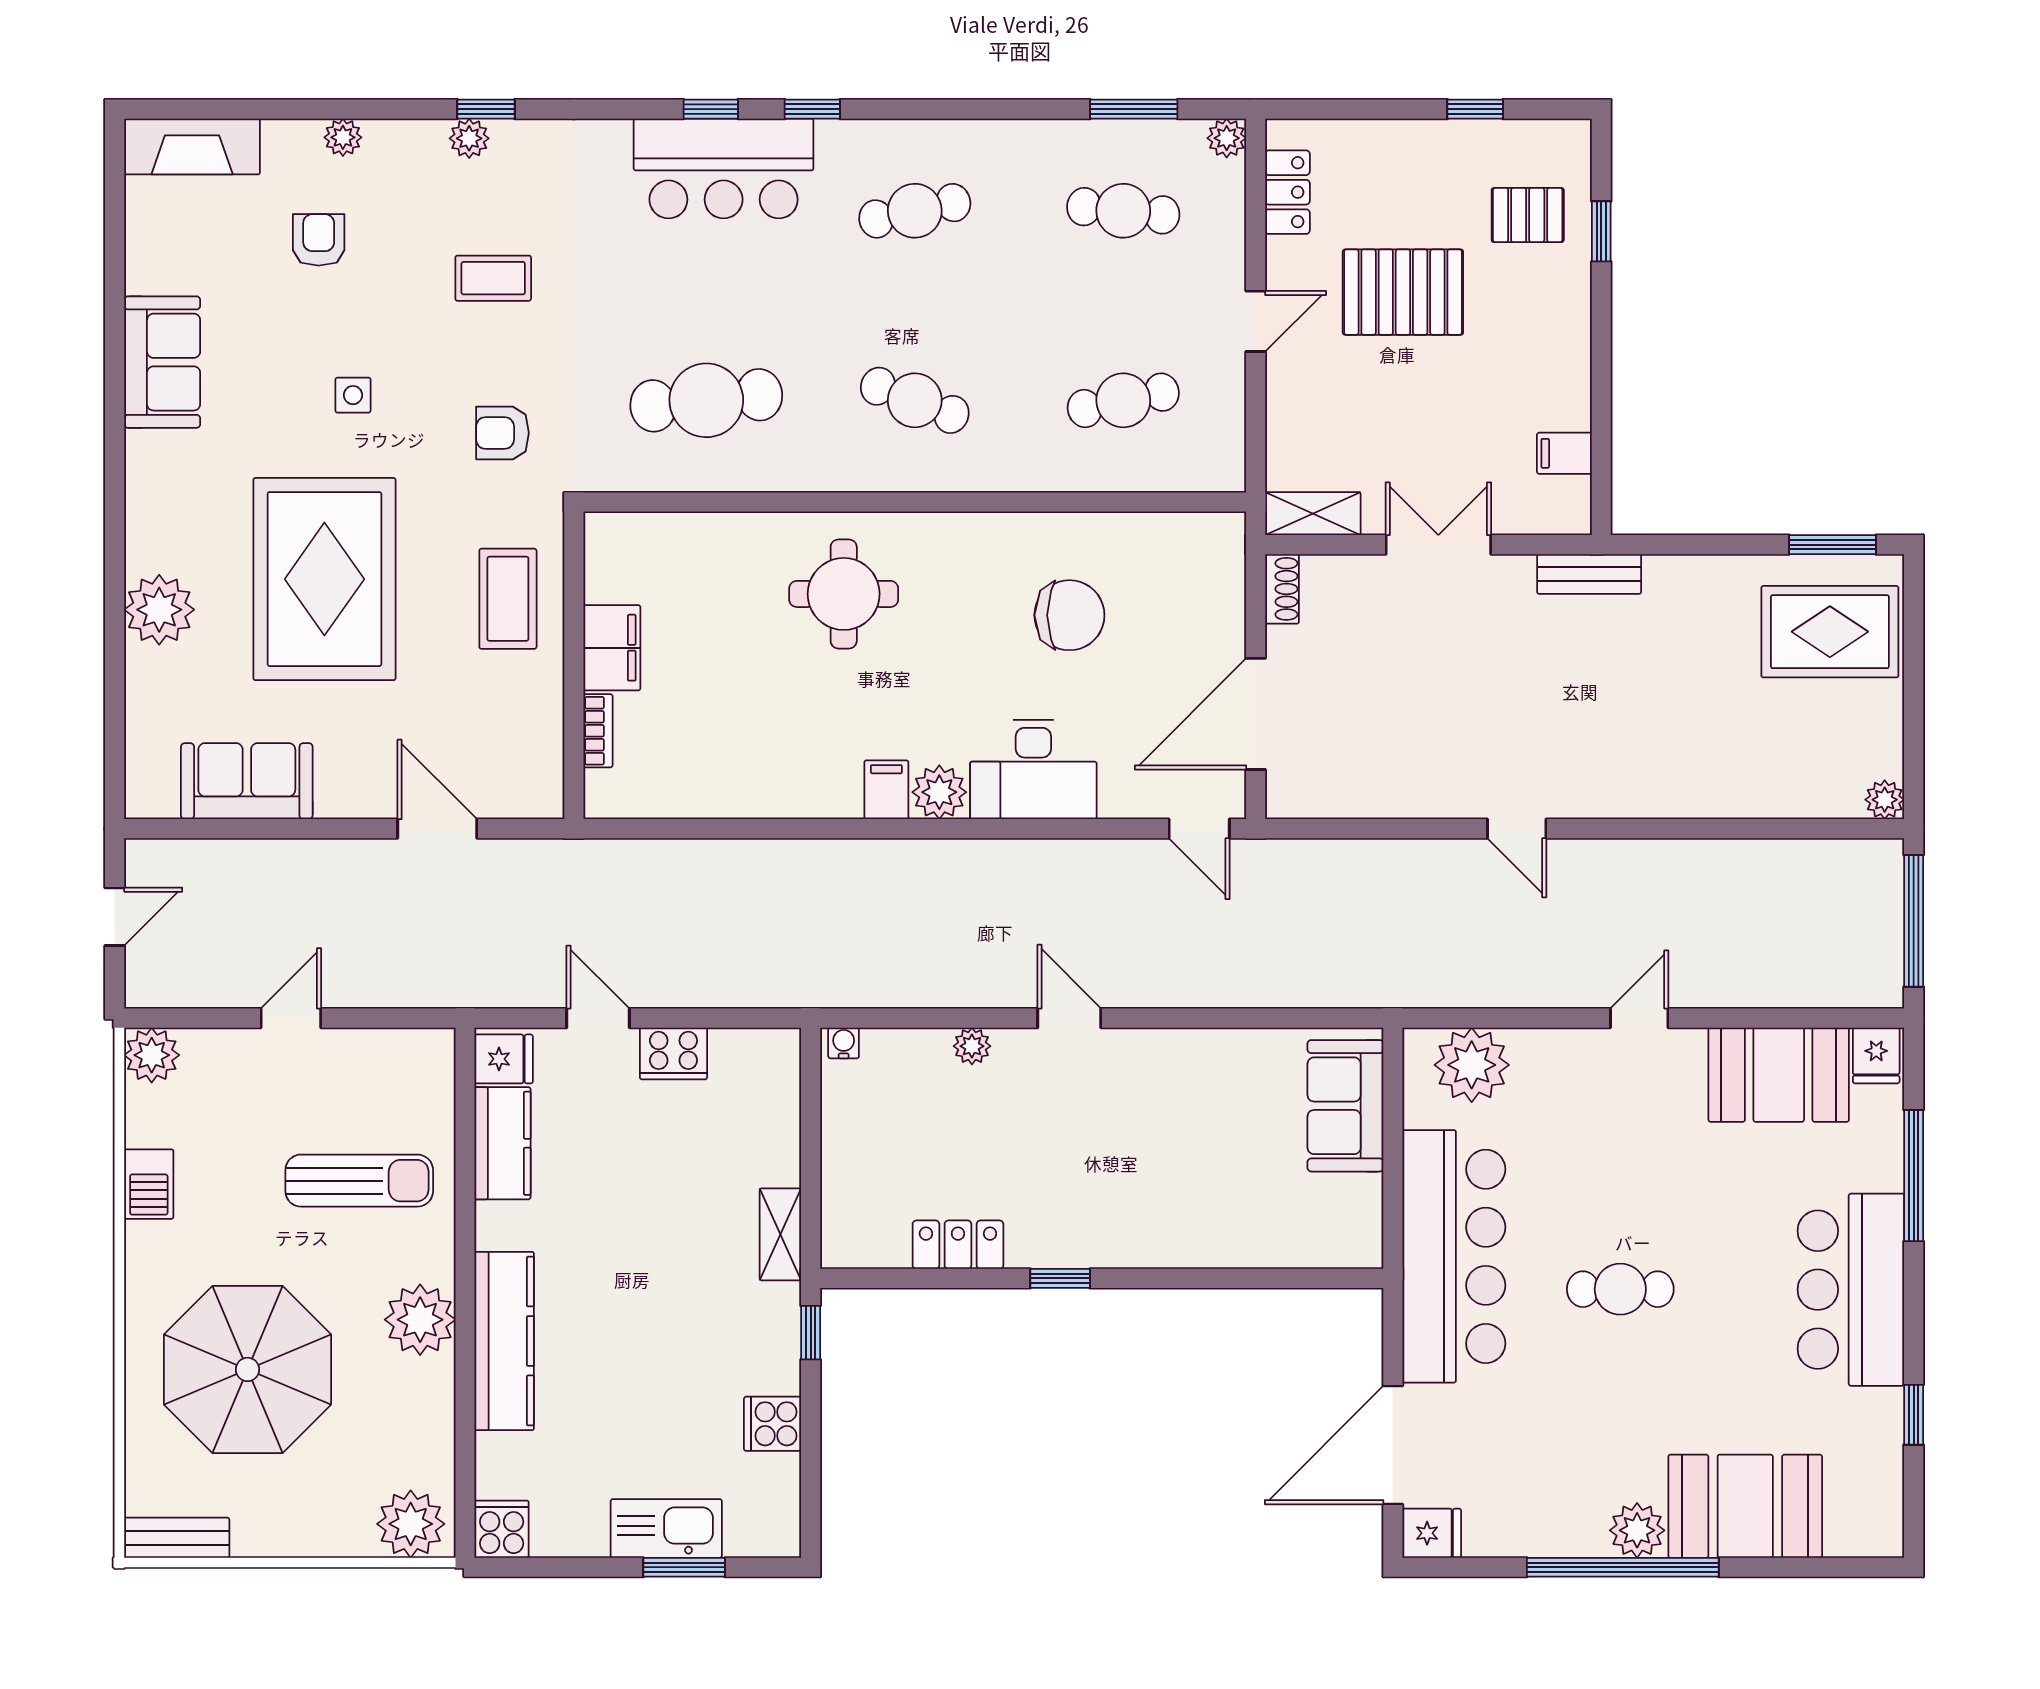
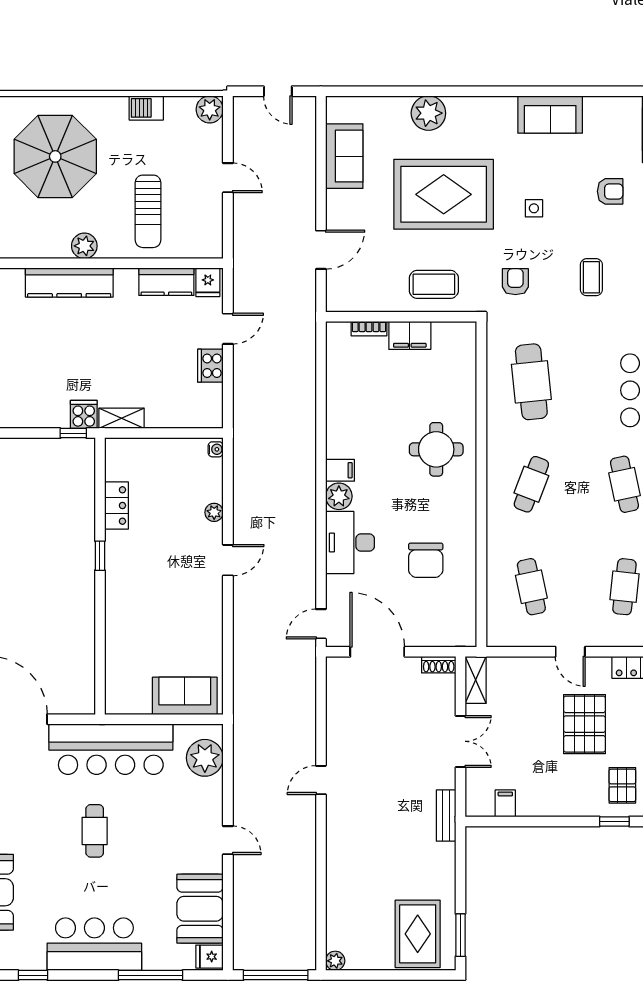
plant: (420, 1320) -> (84, 246), width x0.73, depth x0.73
cooker: (773, 1424) -> (84, 414), moved

